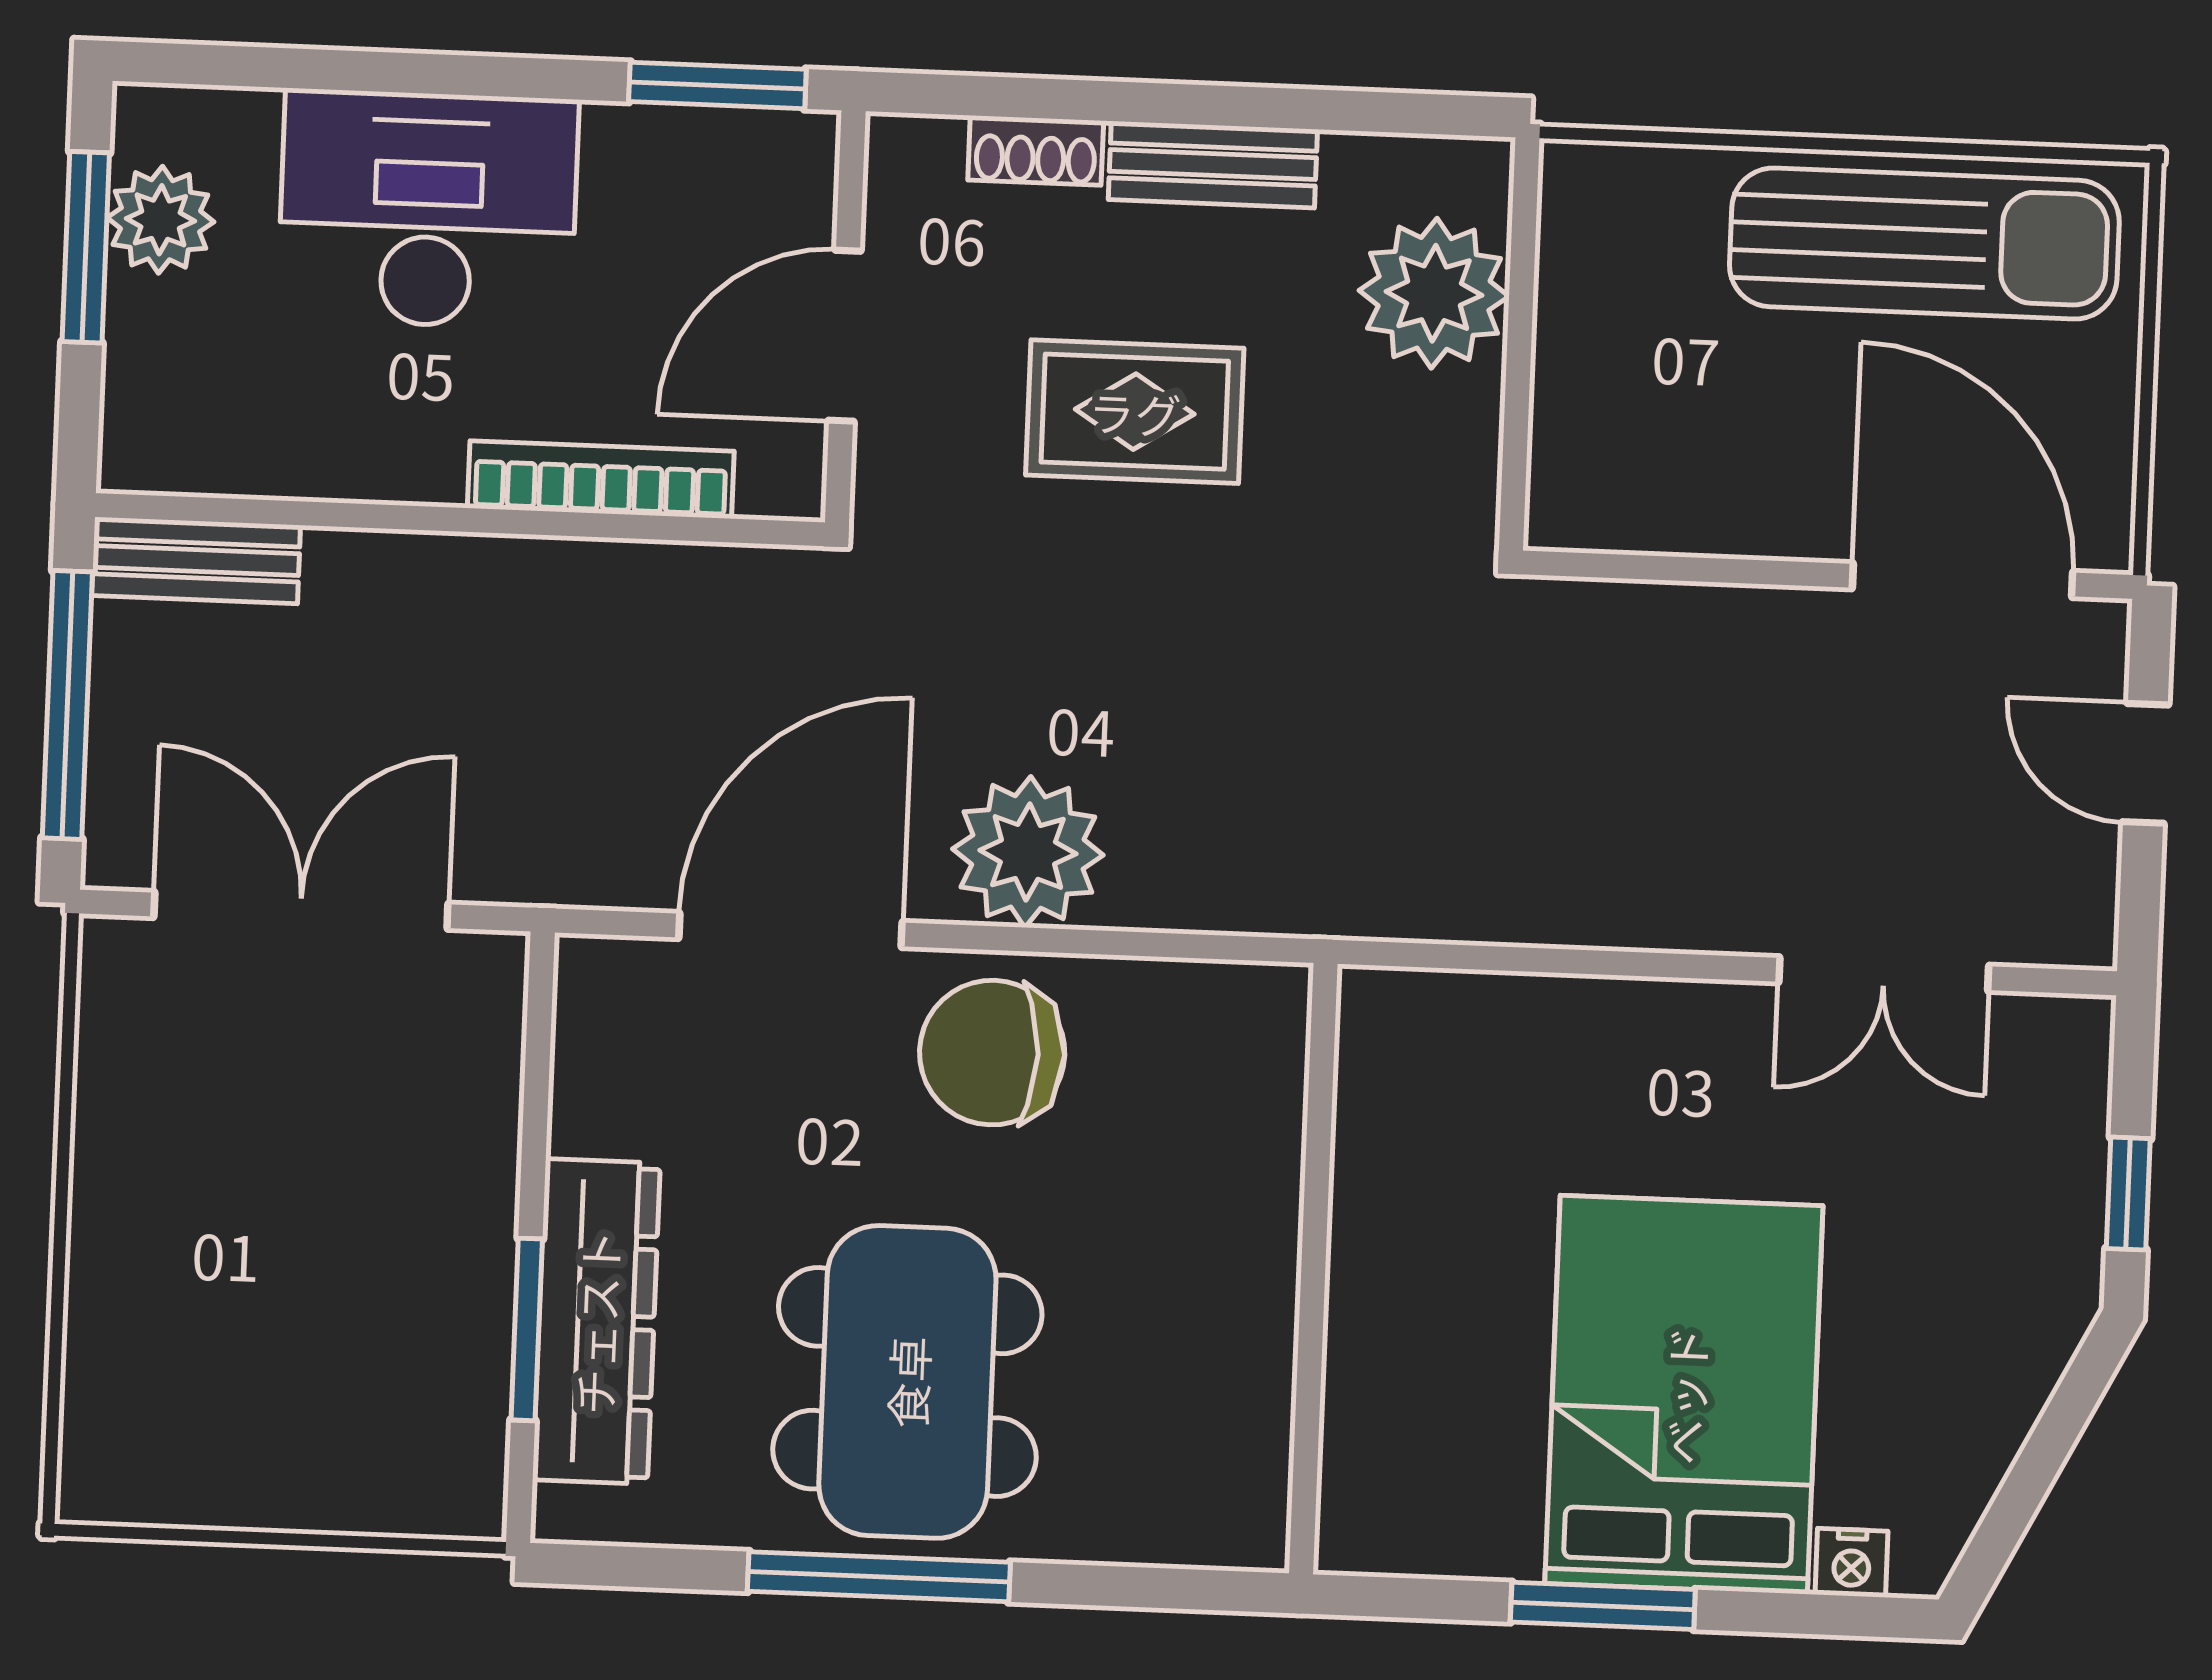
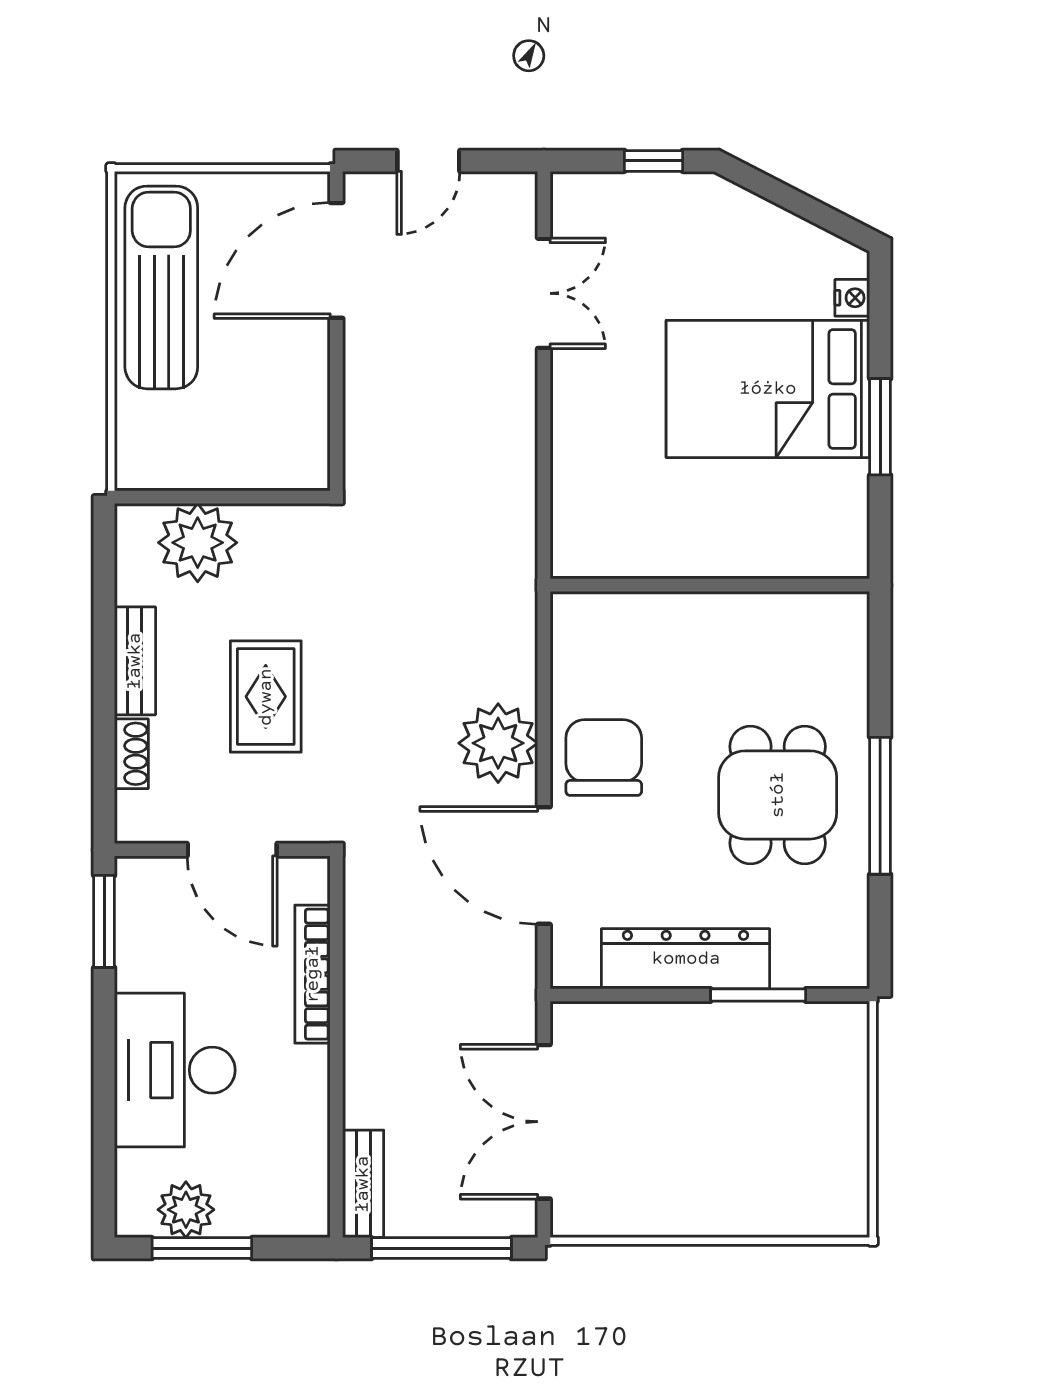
chair: (992, 1053) -> (604, 758), turned 180
dresser: (596, 1322) -> (686, 959), moved
dining table: (907, 1382) -> (778, 795), width x0.73

